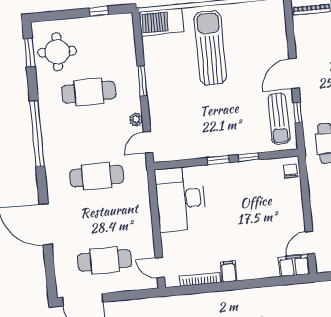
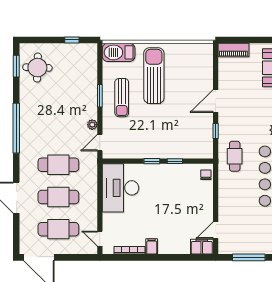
cafe table: (89, 92) -> (58, 197), moved
sun lounger: (279, 119) -> (122, 98), moved

